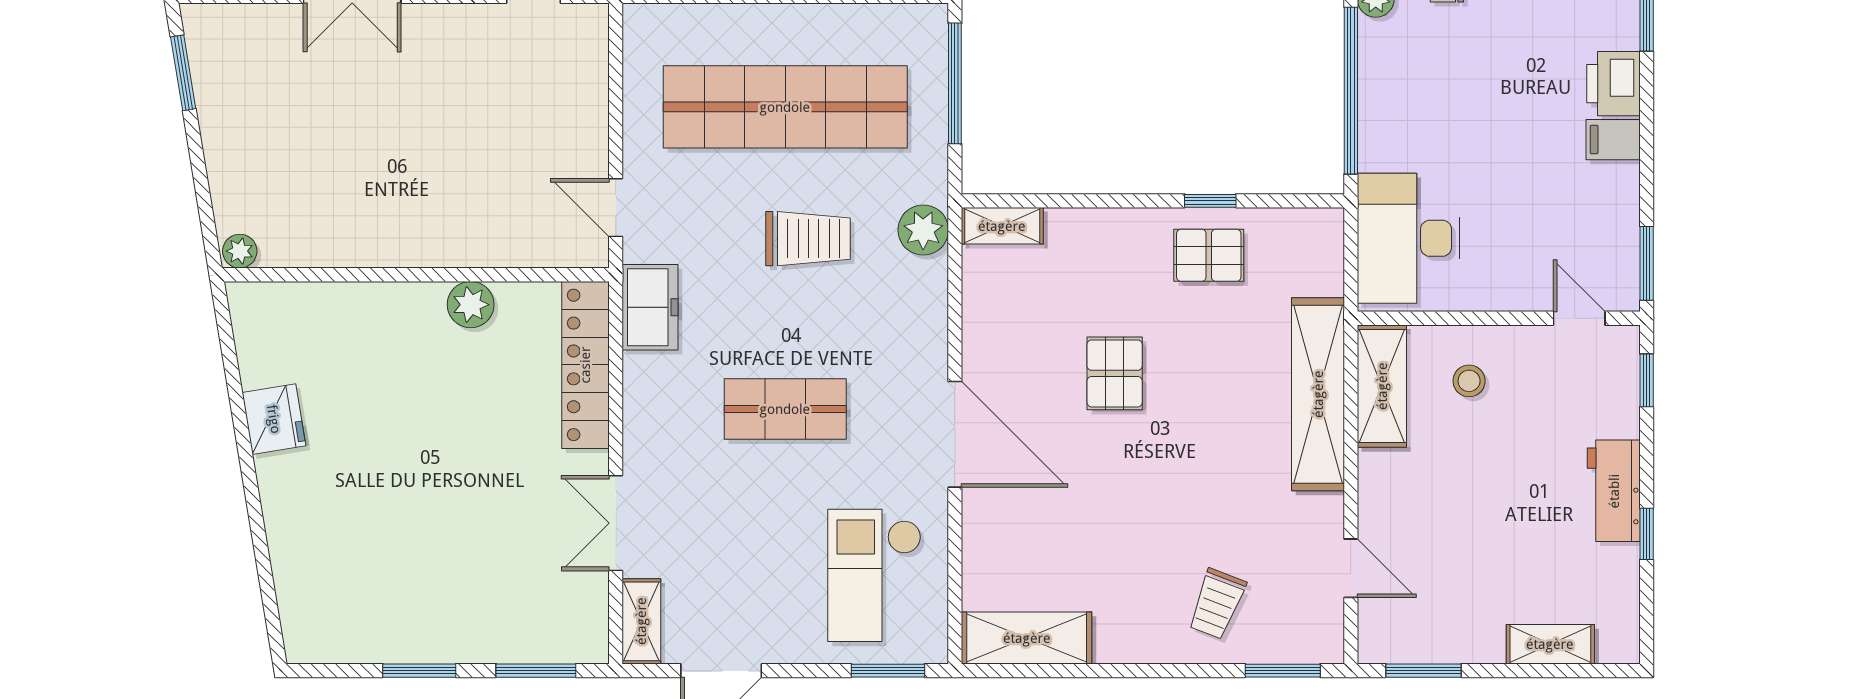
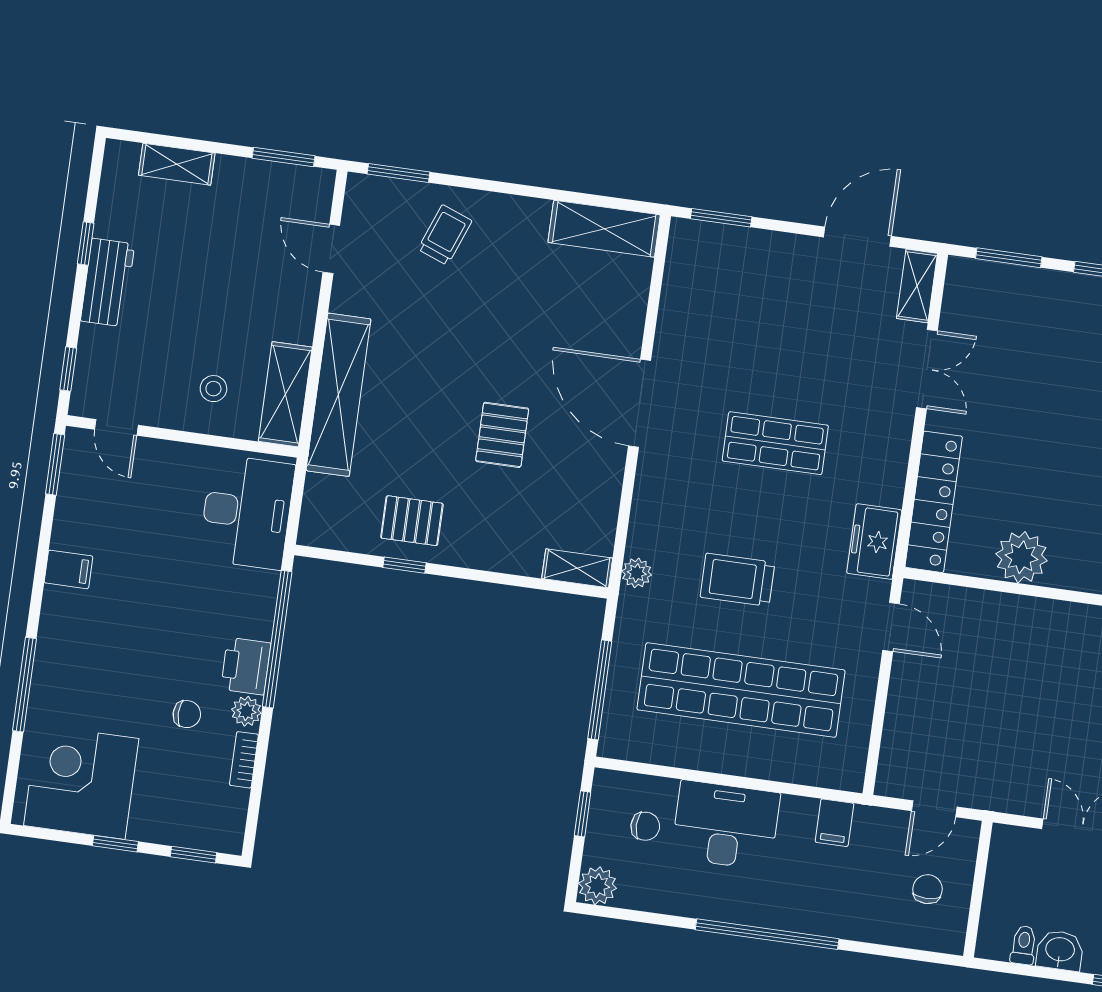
printer: (1613, 84) -> (246, 666), moved, turned 180
plant: (923, 230) -> (637, 573), width x0.73, depth x0.73
plant: (471, 305) -> (1022, 557), width x1.36, depth x1.36
checkout: (874, 575) -> (721, 297), removed

